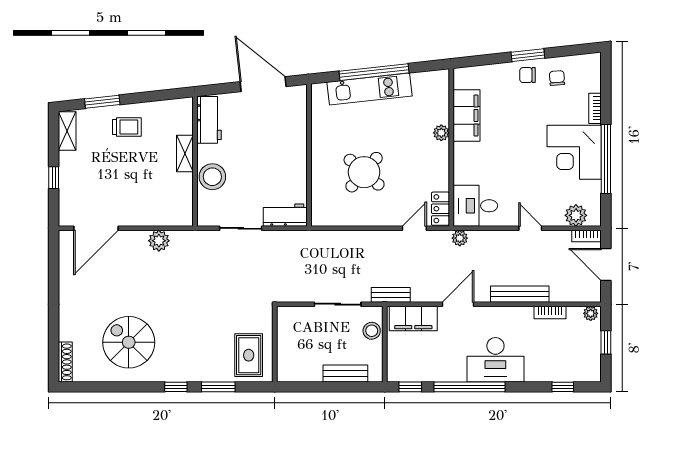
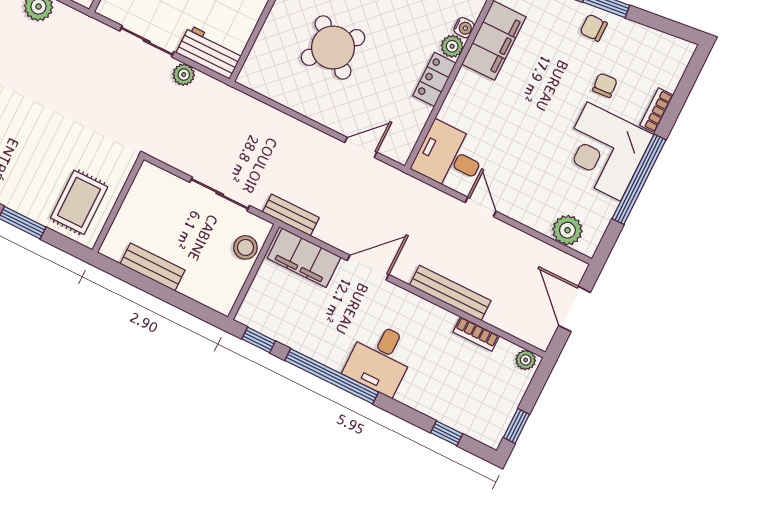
chair: (557, 78) -> (605, 85), moved
water cooler: (443, 117) -> (464, 28), added
locker: (440, 209) -> (434, 79), moved
door: (530, 228) -> (481, 207), moved
bookcase: (587, 236) -> (568, 262), removed
plant: (460, 238) -> (184, 75), moved
window: (606, 342) -> (516, 426), moved
desk: (495, 360) -> (380, 359), width x0.73
bench: (345, 374) -> (153, 267), moved

